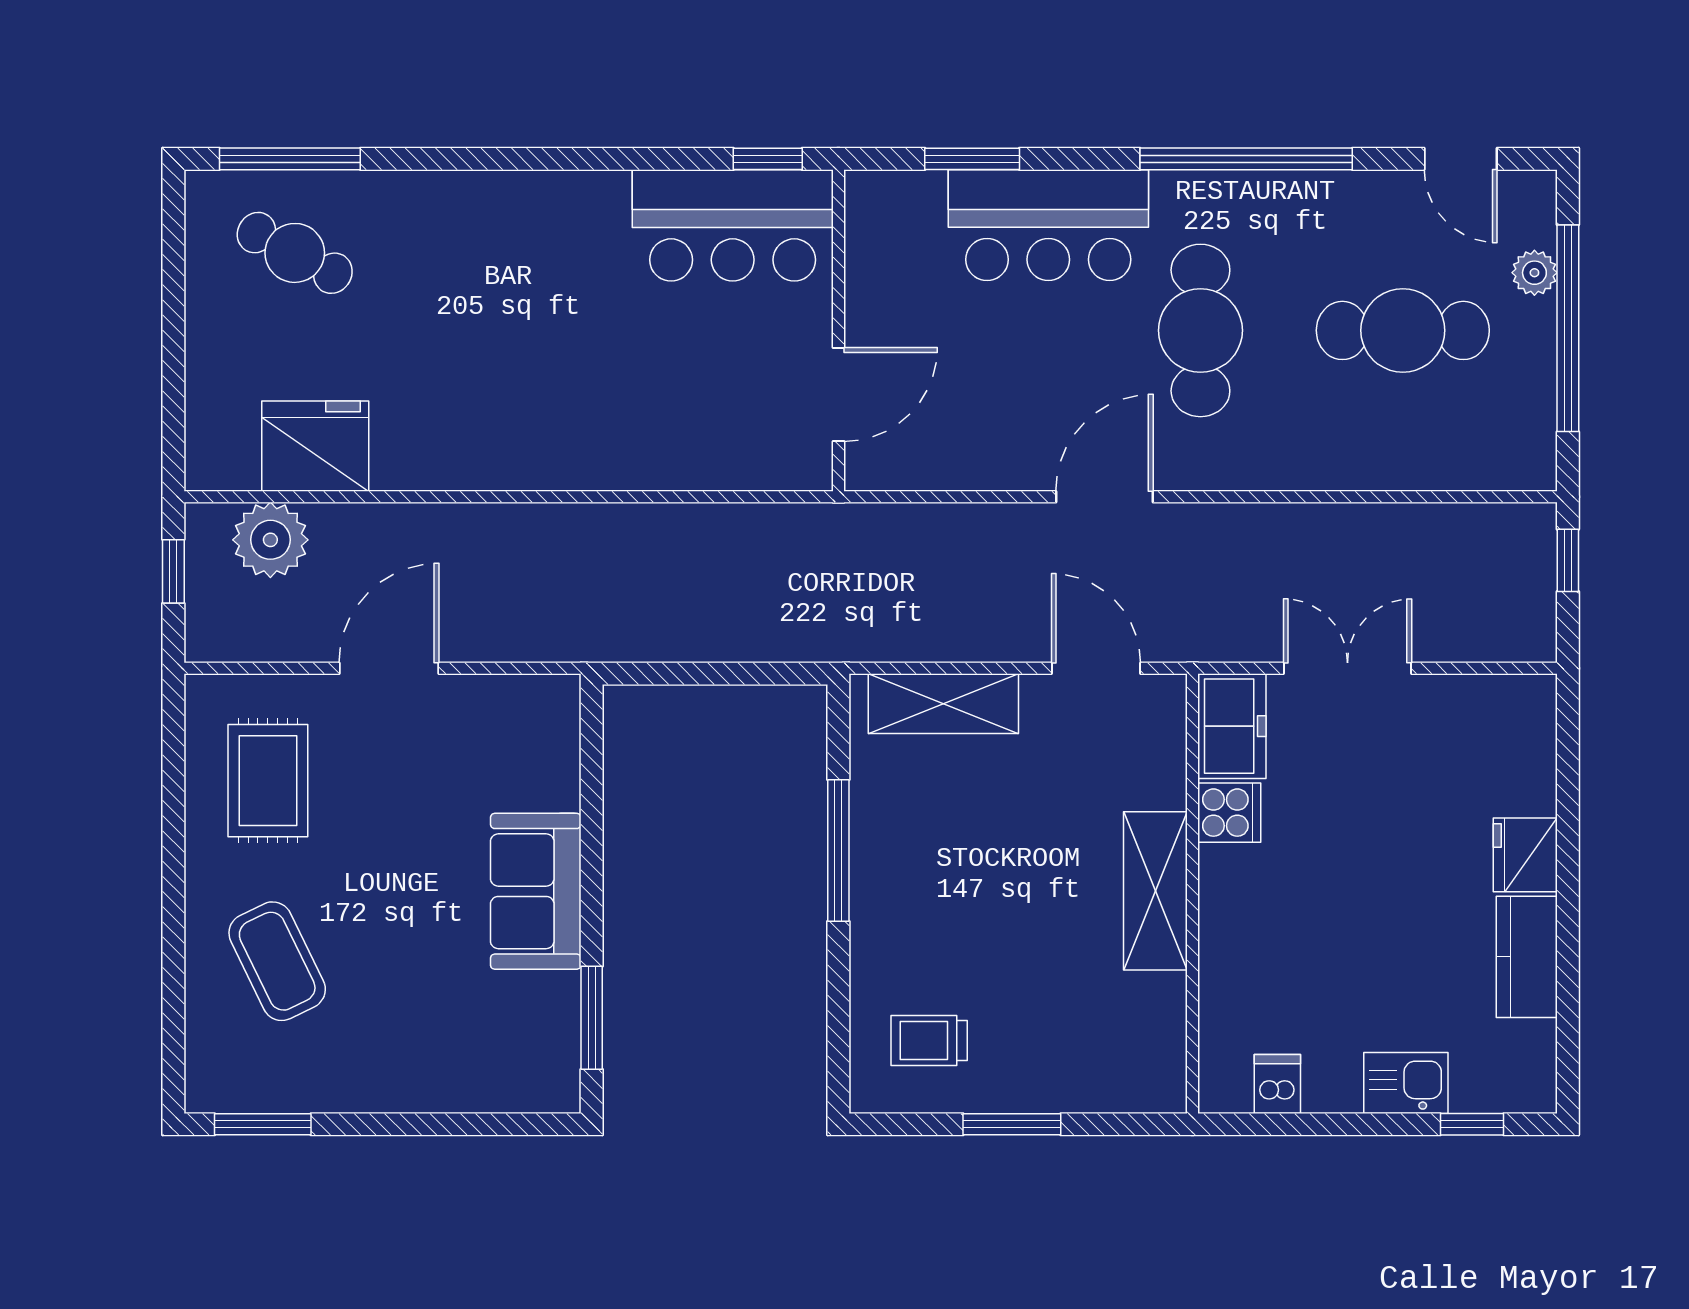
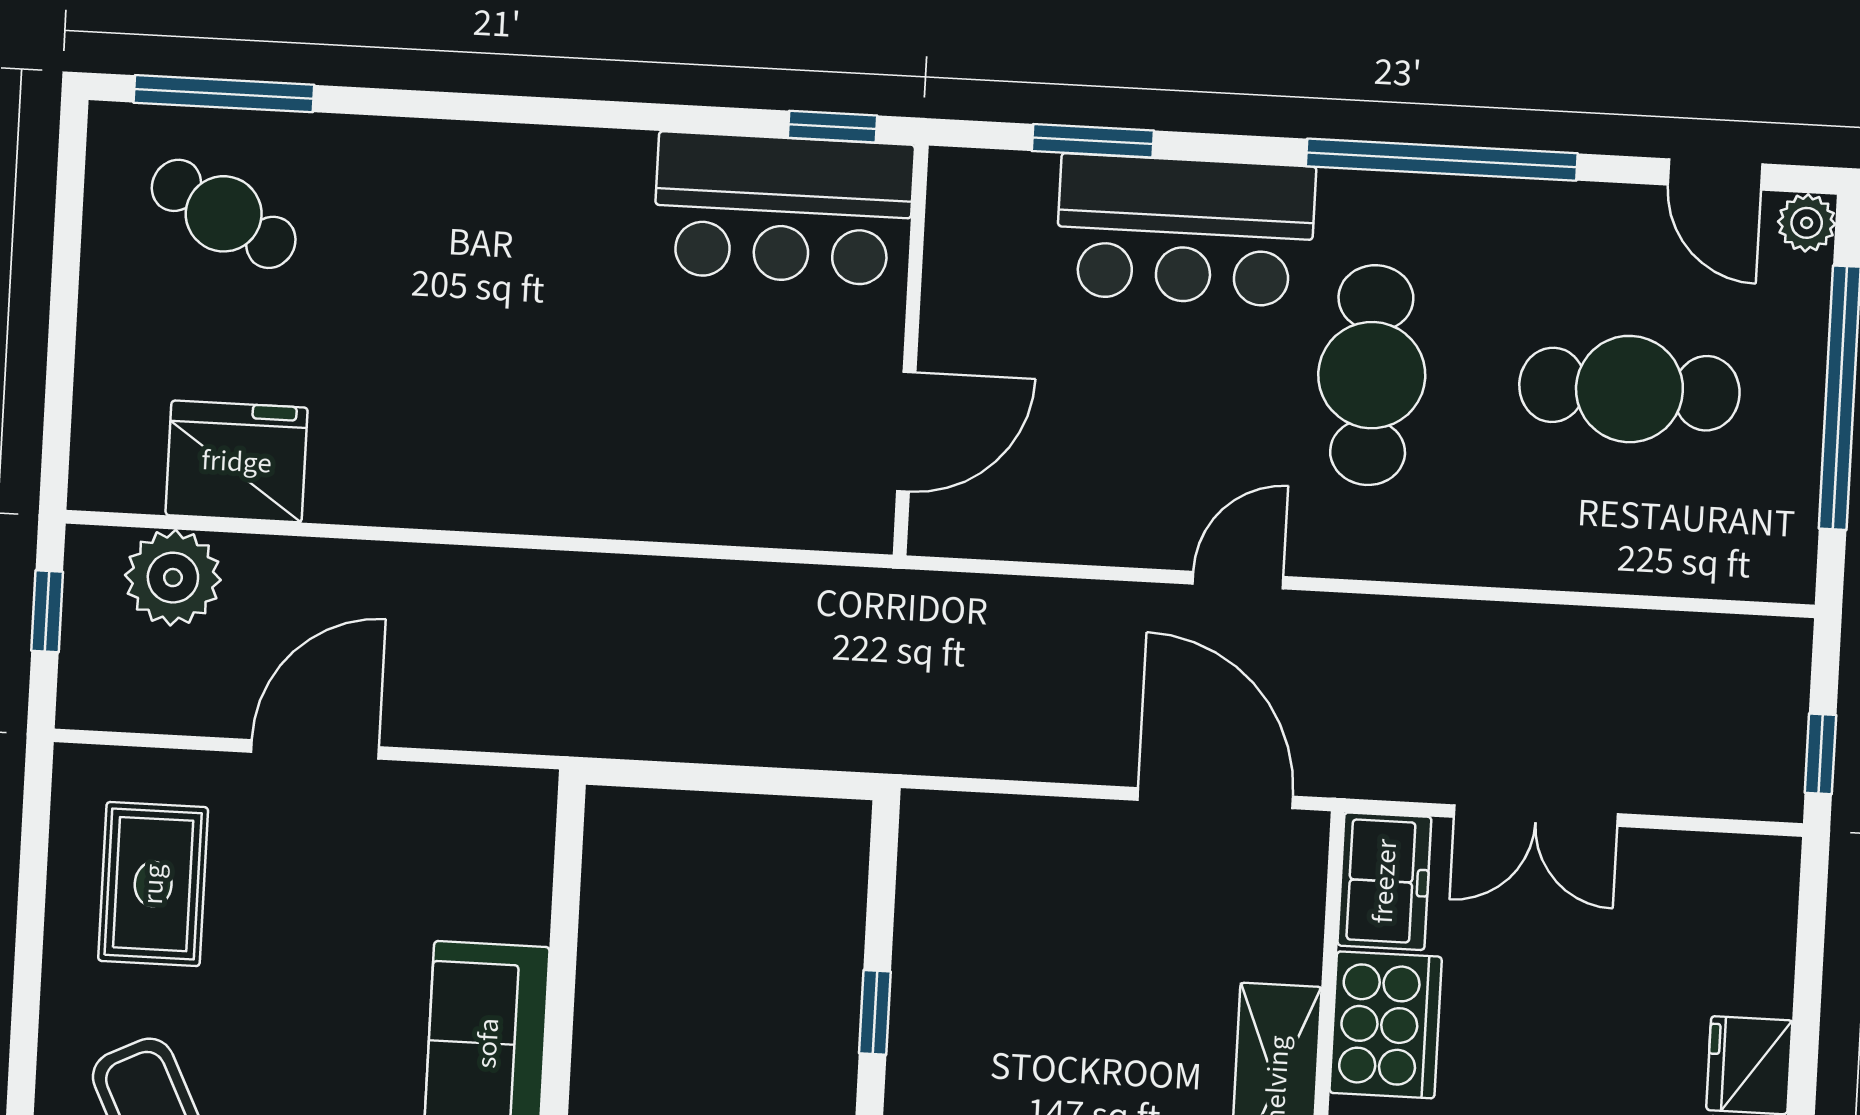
plant: (1534, 273) -> (1807, 223), moved
door: (1104, 497) -> (1238, 580), width x0.73
window: (1568, 560) -> (1820, 754), moved
door: (1096, 668) -> (1215, 798), width x1.36
double door: (1348, 668) -> (1536, 816), swing flipped
shelving: (943, 704) -> (1019, 833), removed
cooker: (1229, 813) -> (1386, 1025), width x1.87, depth x1.31
window: (838, 850) -> (875, 1012), width x0.46

